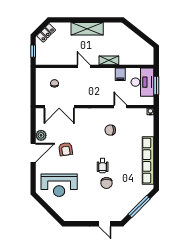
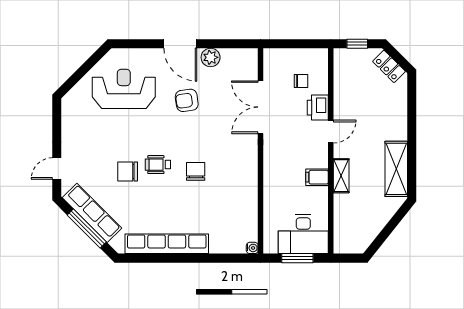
shelving: (87, 29) -> (396, 169), moved
printer: (70, 74) -> (318, 108), added
filing cabinet: (120, 74) -> (317, 177), moved
double door: (59, 107) -> (261, 107), moved
door: (120, 107) -> (261, 196), removed
chair: (110, 130) -> (196, 171), moved
reception desk: (59, 185) -> (124, 89), turned 90
row of seats: (130, 203) -> (92, 213), added

